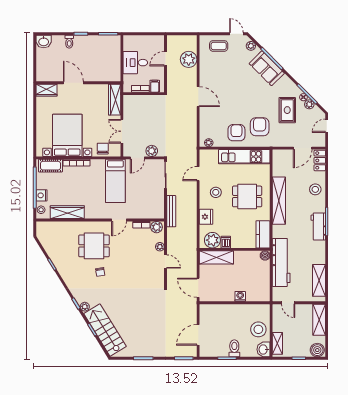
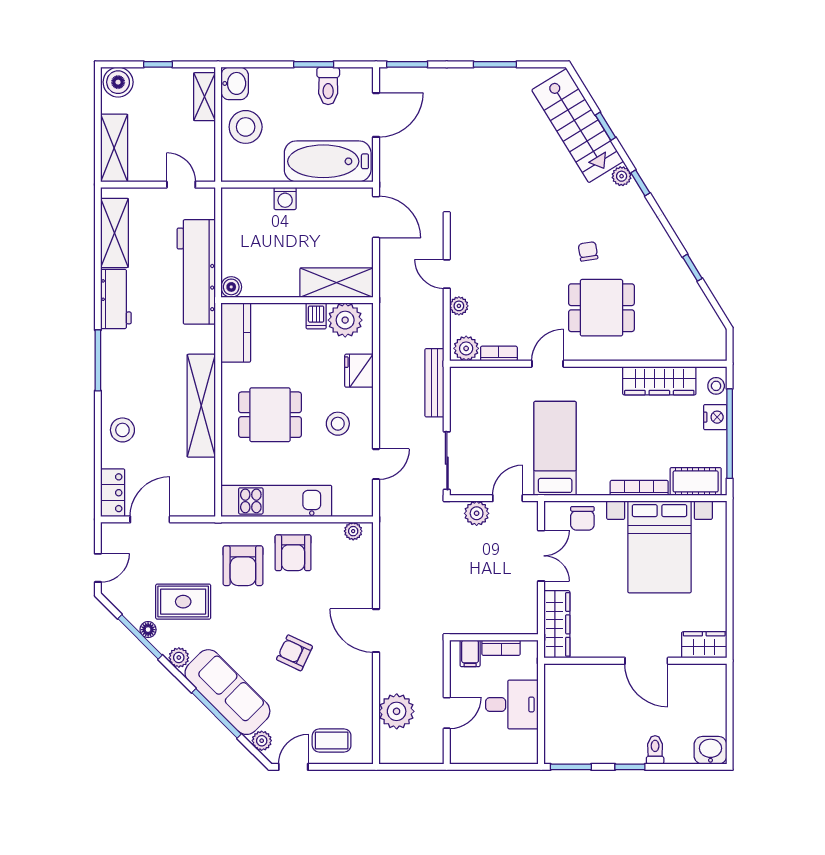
door: (236, 34) -> (293, 767), swing flipped
sofa: (267, 68) -> (227, 692), width x1.36
armchair: (236, 86) -> (294, 653), added
plant: (309, 104) -> (179, 658), moved
rug: (287, 110) -> (183, 602), turned 90
workbench: (318, 226) -> (116, 299), moved
bathtub: (220, 314) -> (328, 161), added
toilet: (234, 348) -> (328, 86), moved

